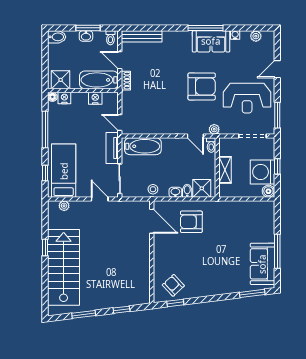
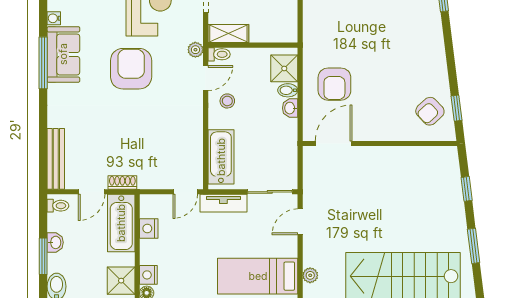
window: (88, 28) -> (43, 256), moved
shelving: (225, 170) -> (228, 34), moved
stool: (153, 189) -> (227, 101), moved

